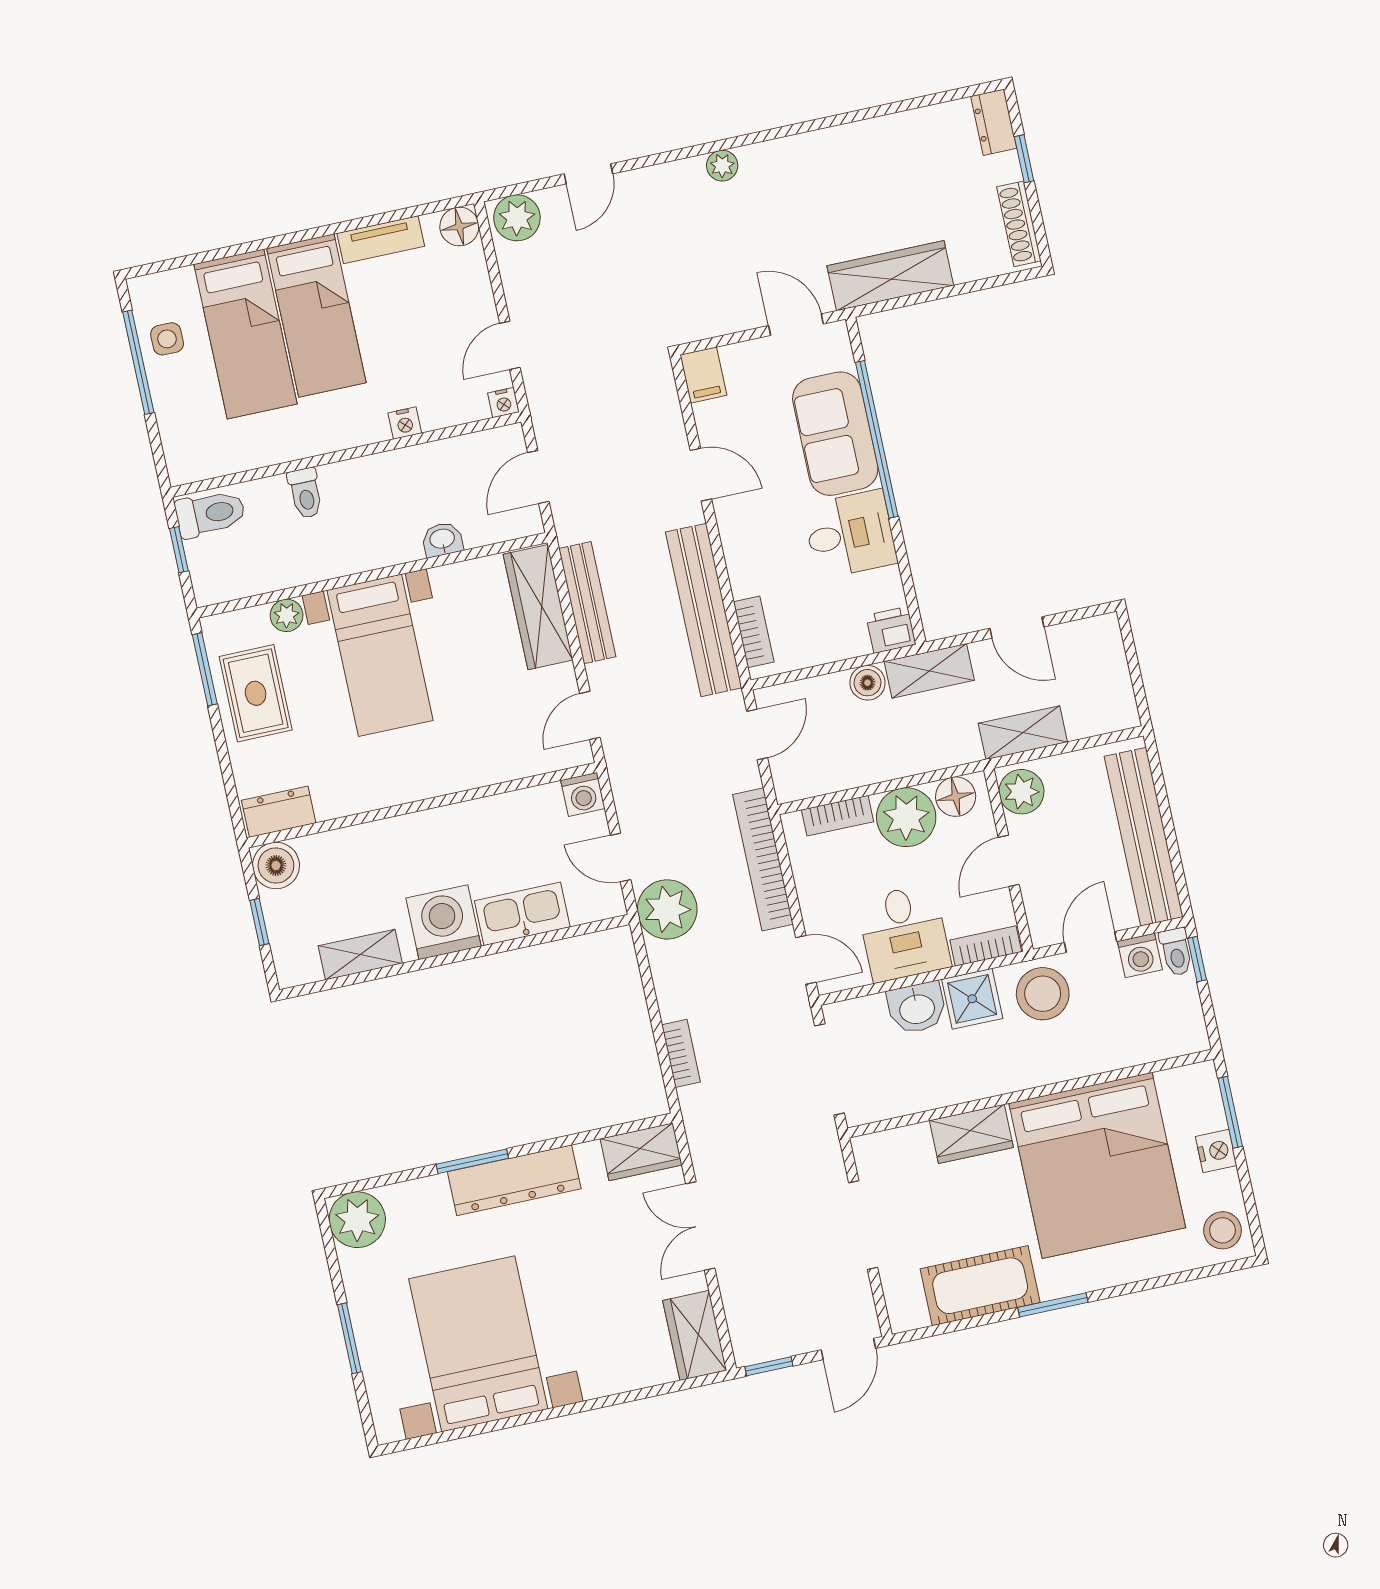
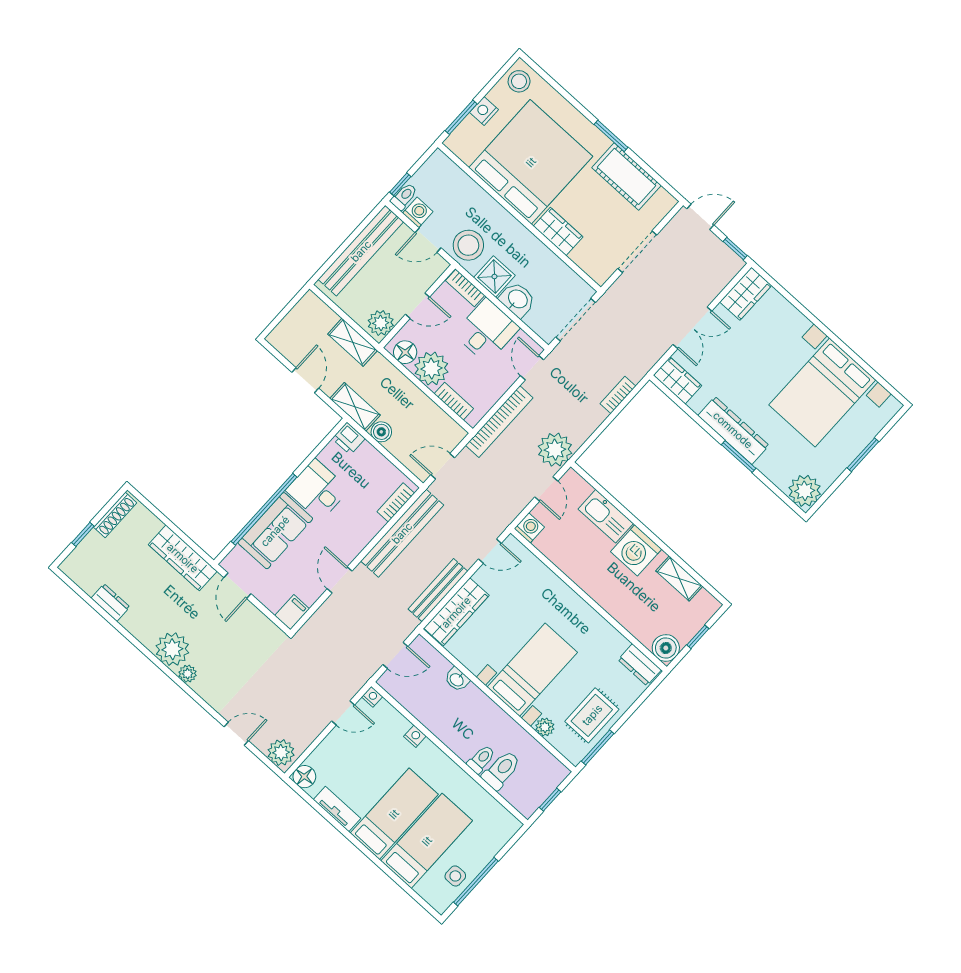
dresser: (994, 122) -> (110, 603), moved, turned -90
plant: (772, 169) -> (172, 649), added
toilet: (210, 514) -> (501, 770), moved, turned 90

